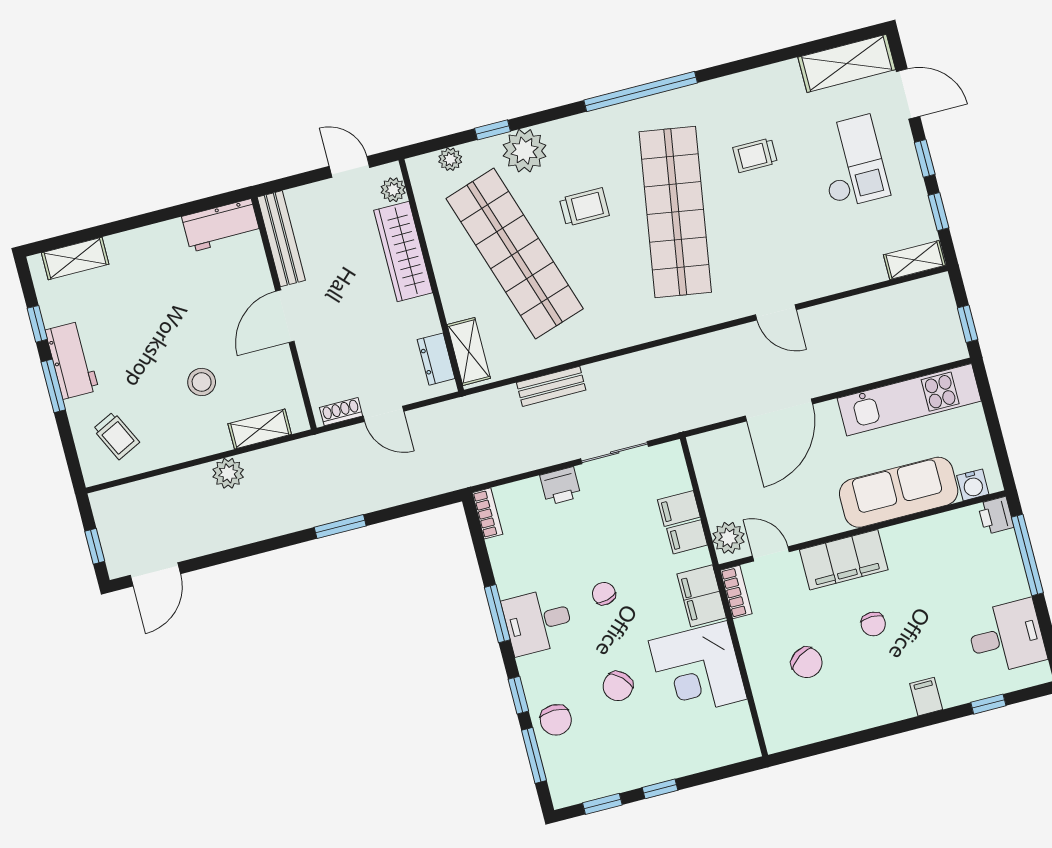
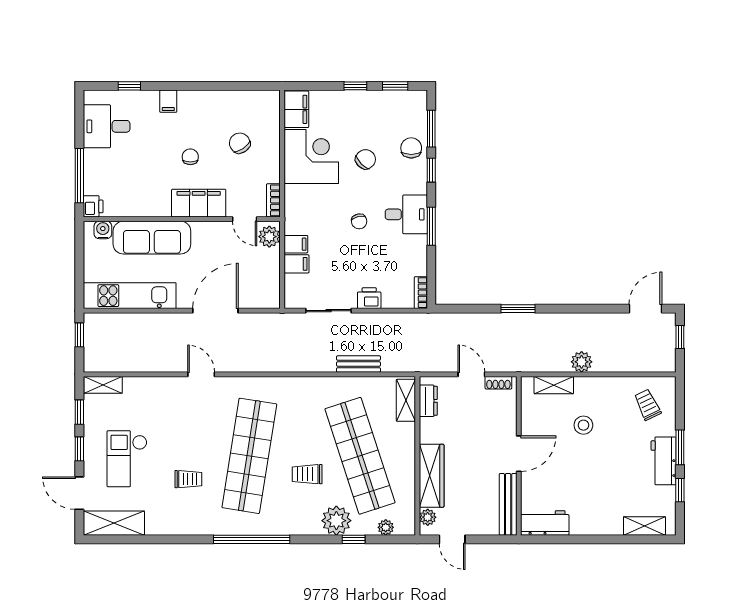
filing cabinet: (702, 596) -> (296, 109), moved

